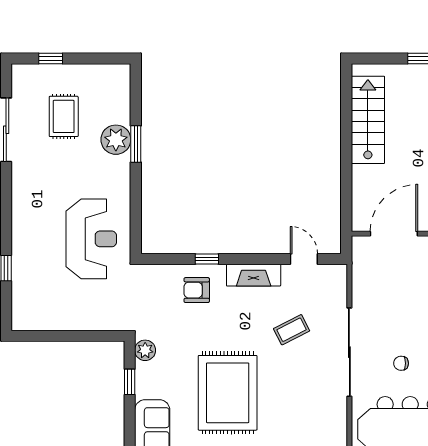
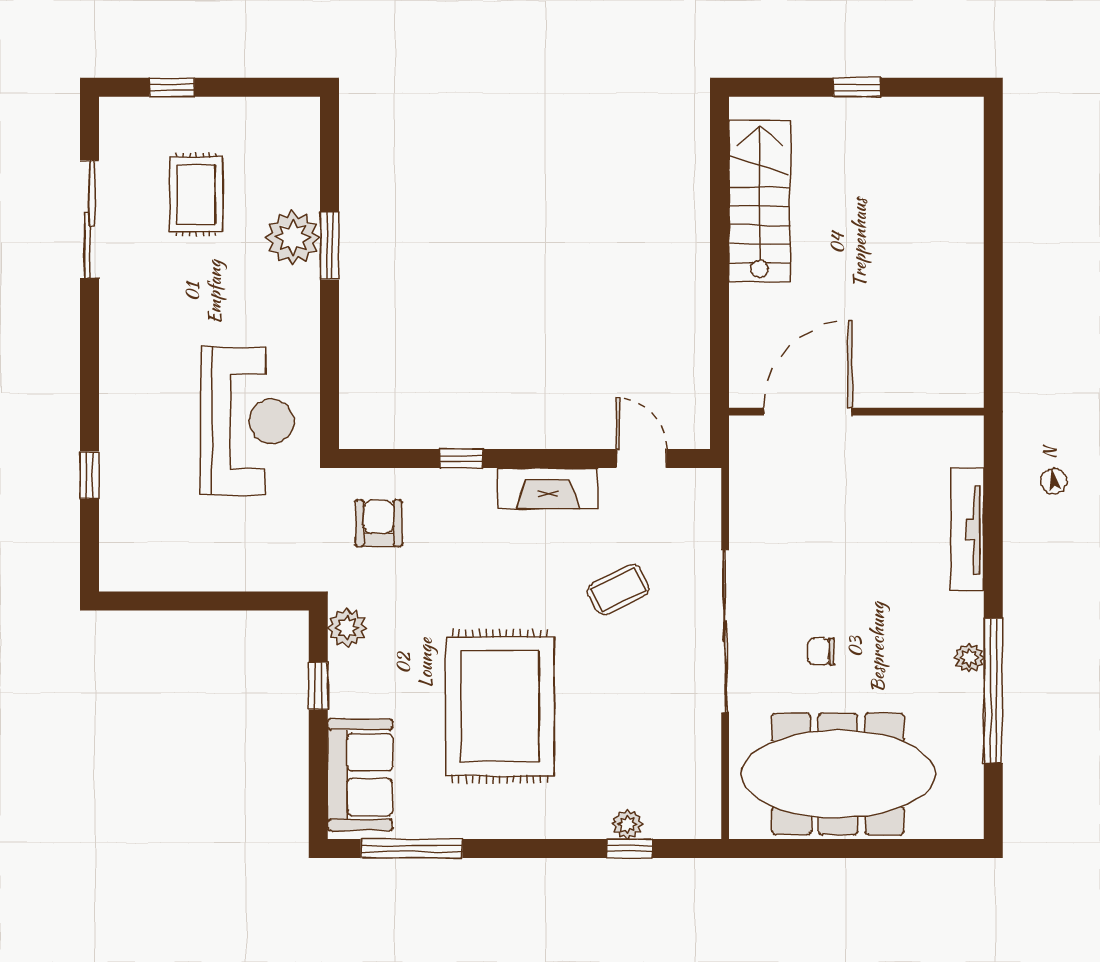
armchair: (197, 290) -> (379, 523), moved, turned 90

